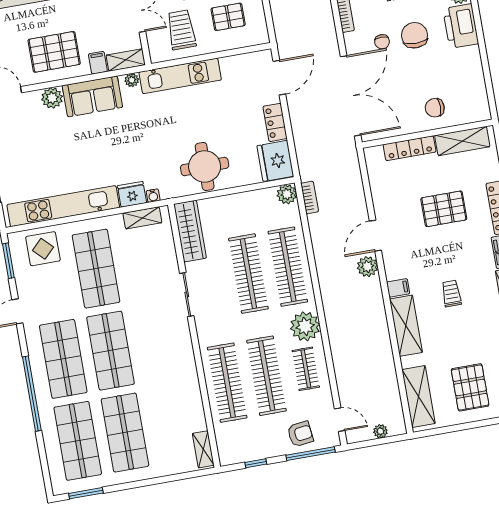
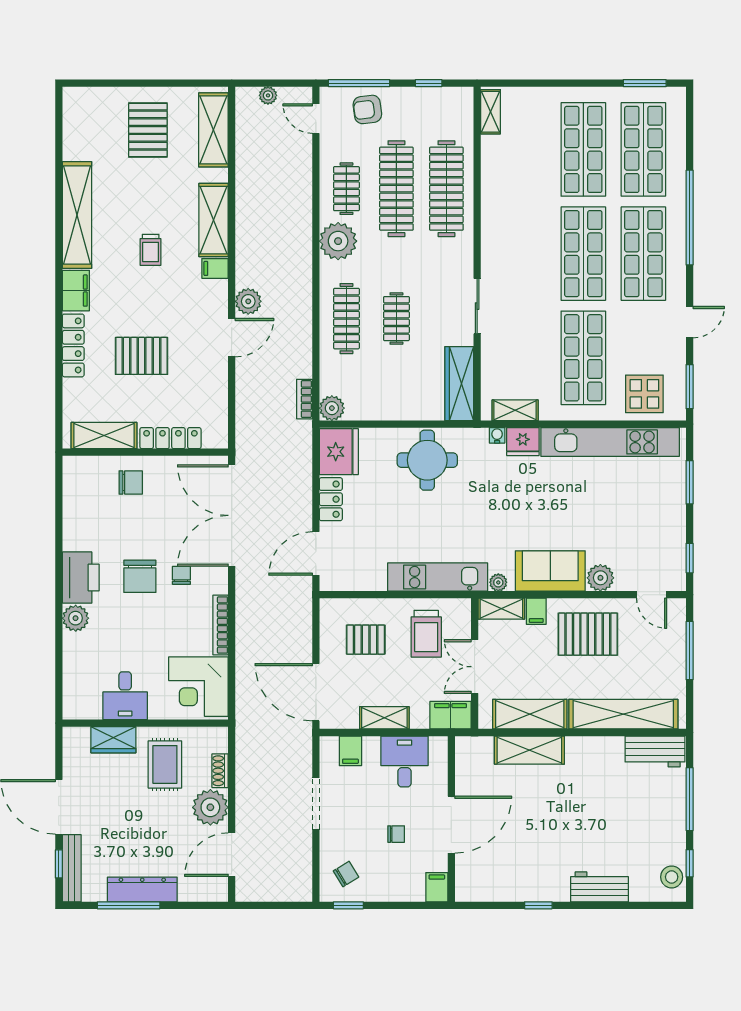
clothes rail: (288, 267) -> (346, 319), width x0.73, depth x0.76
clothes rail: (248, 274) -> (396, 319), width x0.54, depth x0.76

